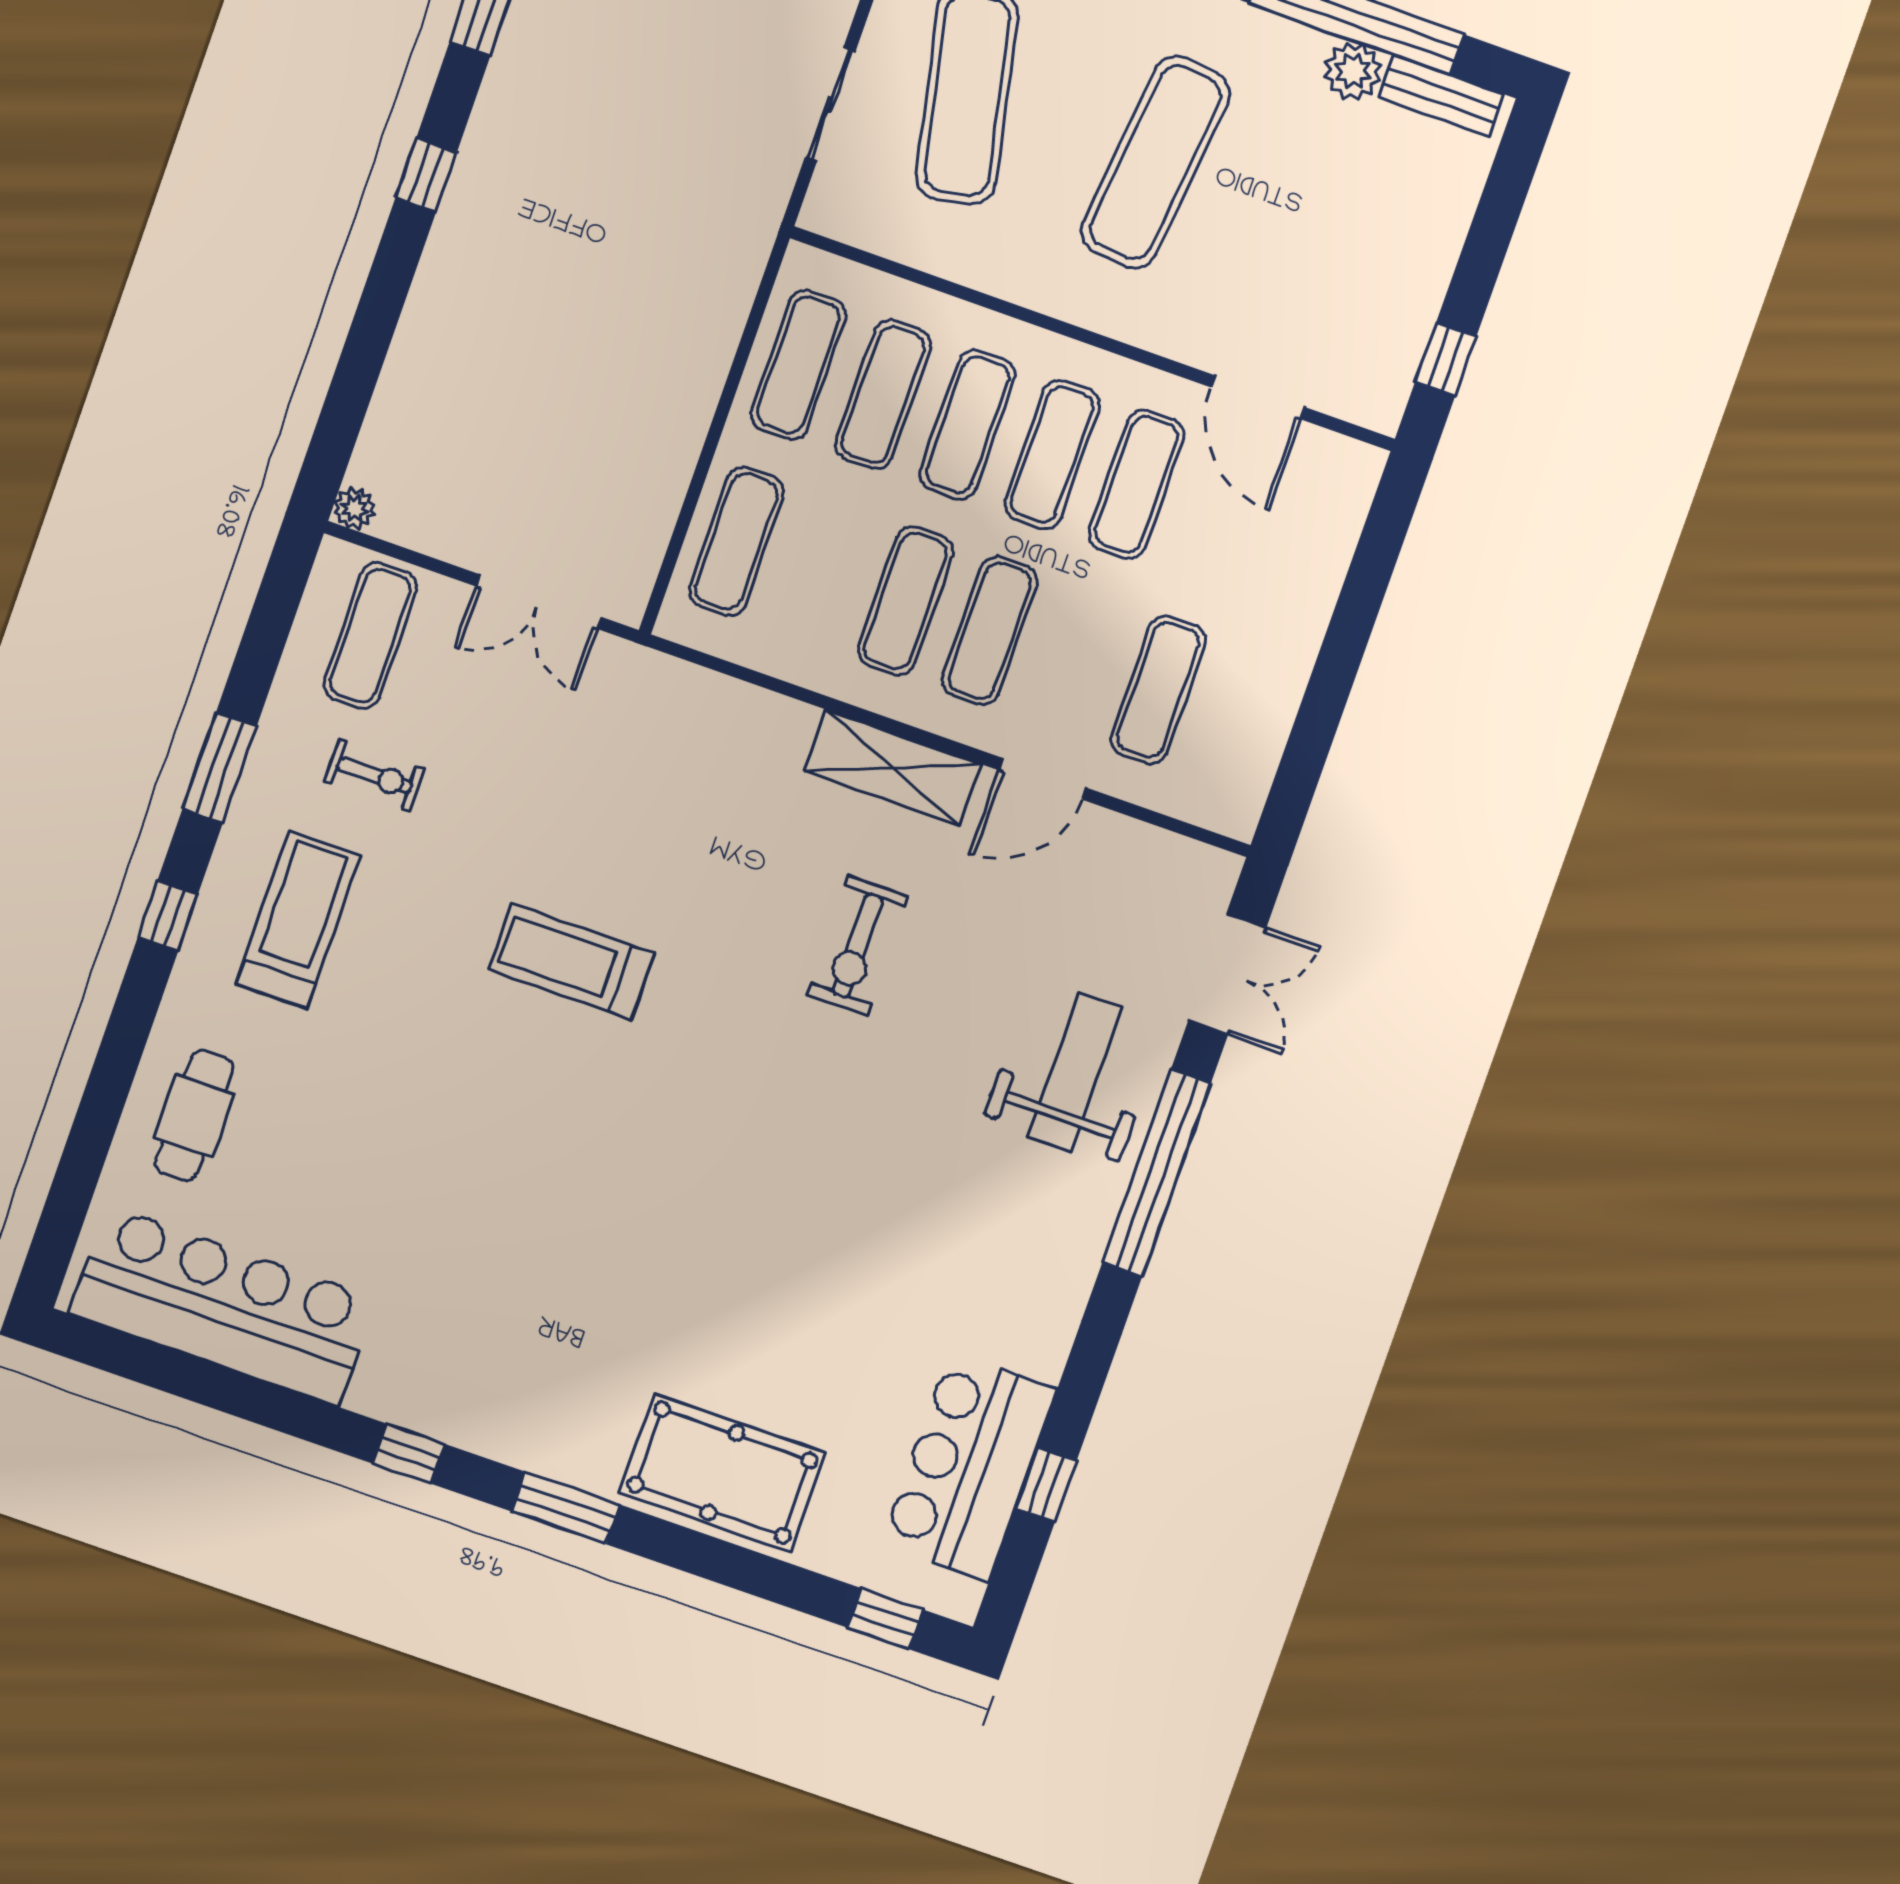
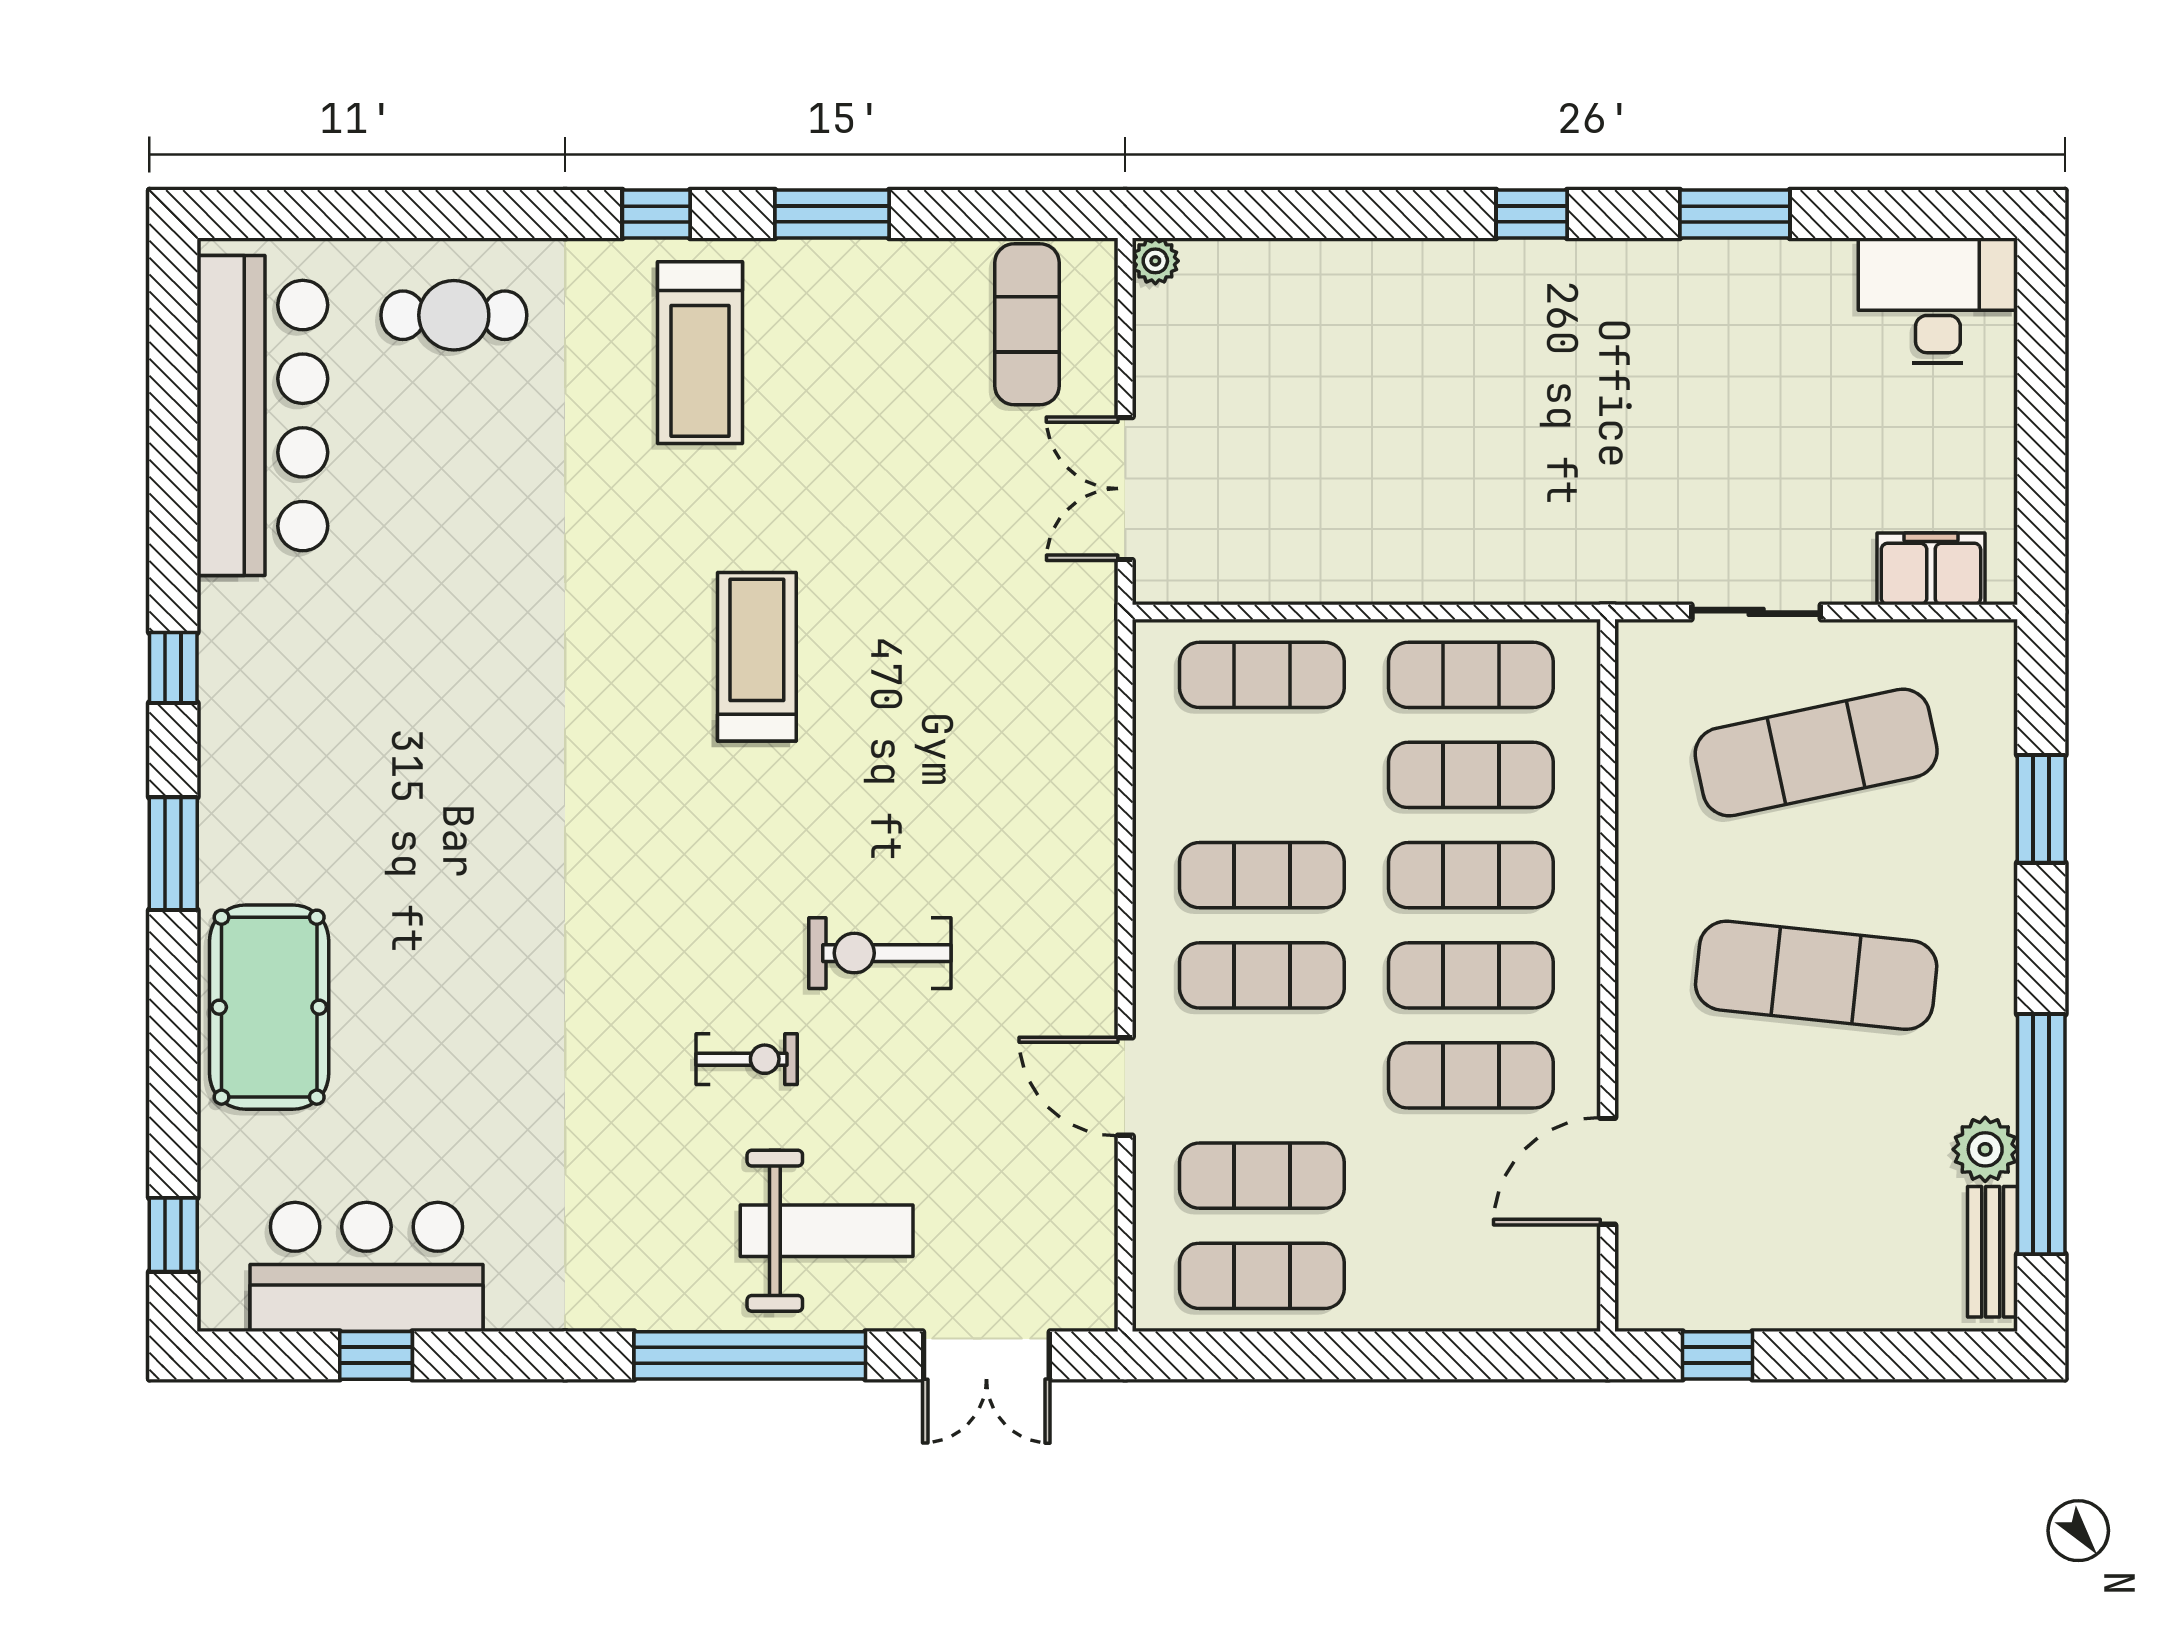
exercise mat: (370, 636) -> (1027, 324), turned 90
exercise mat: (1242, 720) -> (1262, 1276), added
shelving: (893, 768) -> (1081, 924), removed
exercise bike: (374, 775) -> (747, 1059), moved, turned -90
treadmill: (298, 920) -> (700, 353), turned 90

